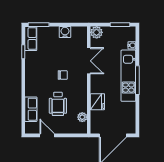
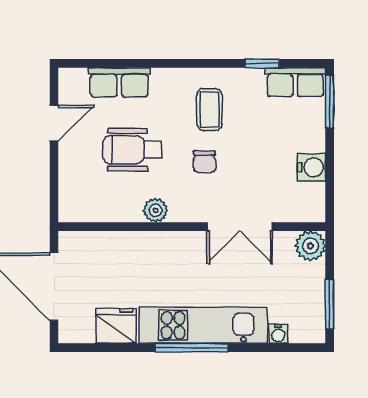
coffee table: (42, 73) -> (209, 110), added
fridge: (97, 102) -> (116, 326), moved, turned 180
plant: (82, 117) -> (155, 210), moved

